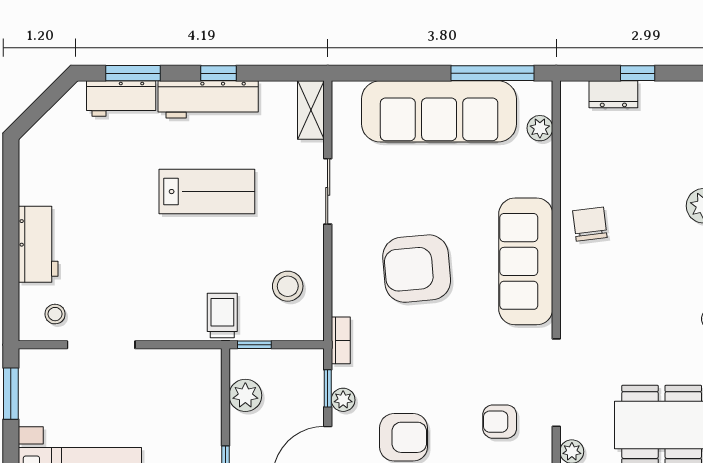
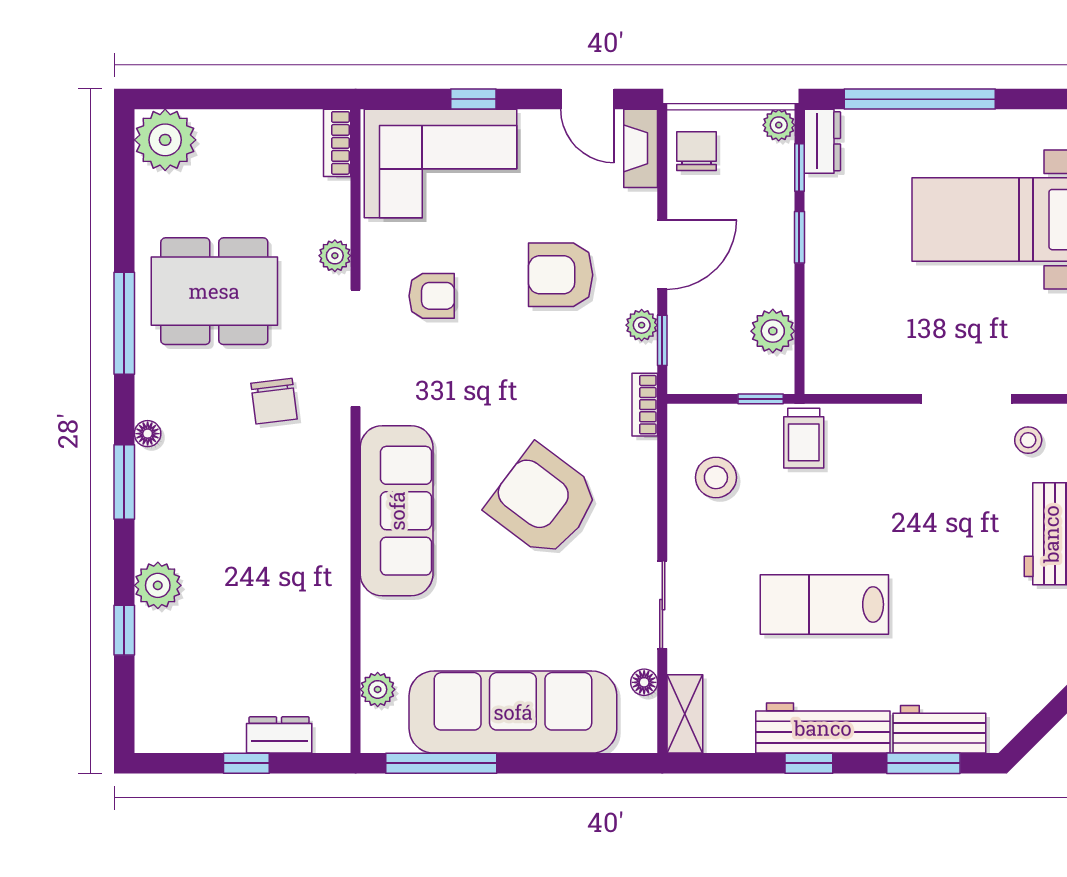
floor lamp: (341, 134) -> (644, 682), added
chair: (590, 224) -> (274, 401), moved
armchair: (417, 269) -> (543, 501), turned -138

